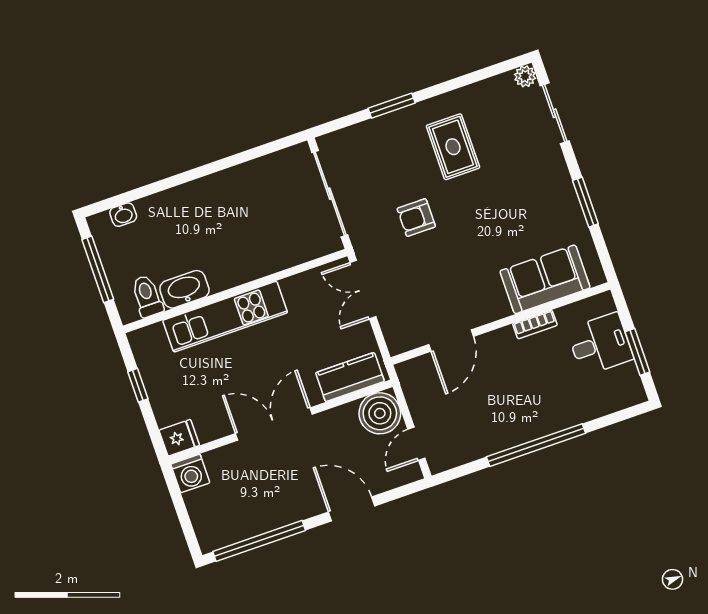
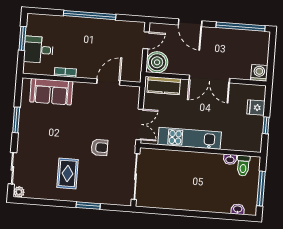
washbasin: (184, 289) -> (230, 159), width x0.52, depth x0.69
kitchen unit: (225, 317) -> (190, 138), moved
fridge: (179, 438) -> (256, 107), moved

